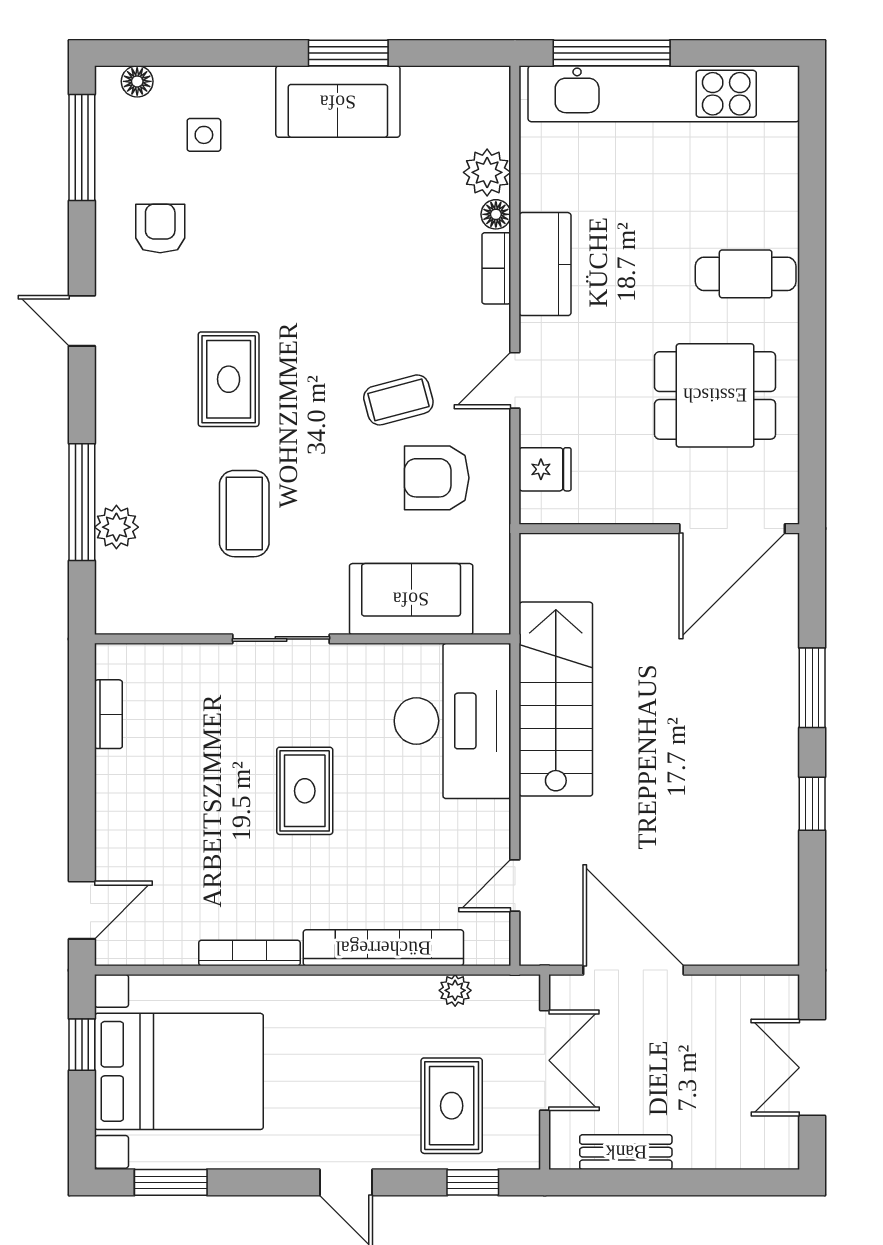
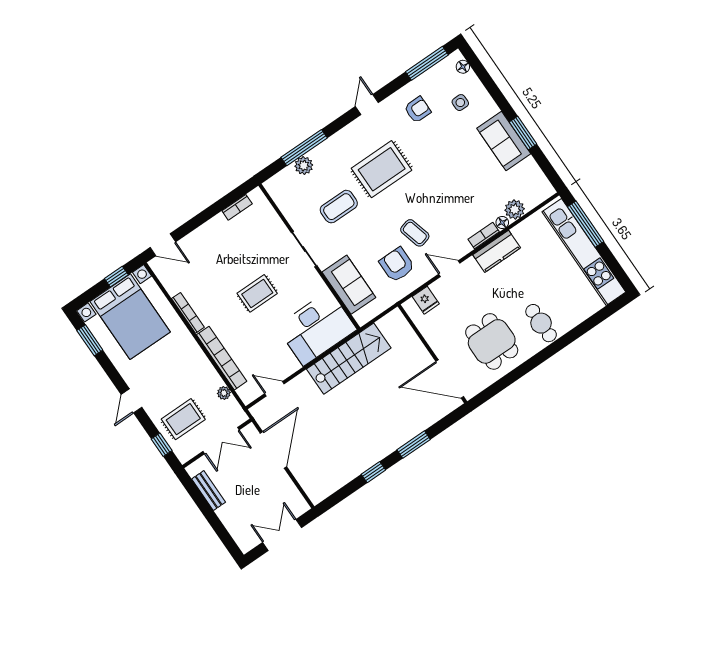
rug: (229, 379) -> (382, 169), width x1.36, depth x1.43

